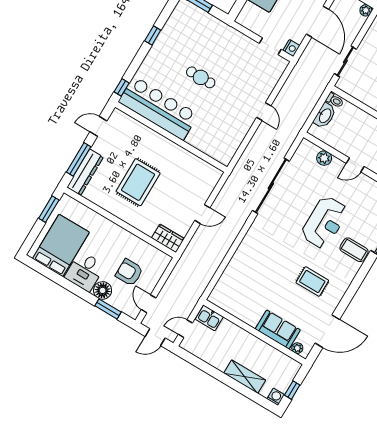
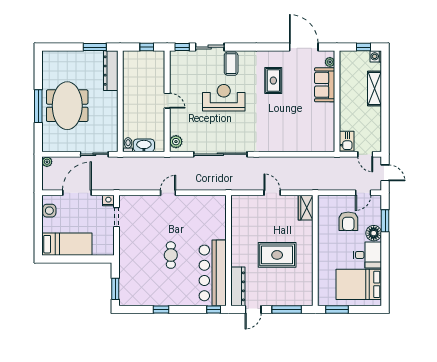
door: (98, 126) -> (253, 310), hinge flipped
plant: (324, 158) -> (176, 142), moved
dresser: (85, 172) -> (238, 286), moved, turned 90

